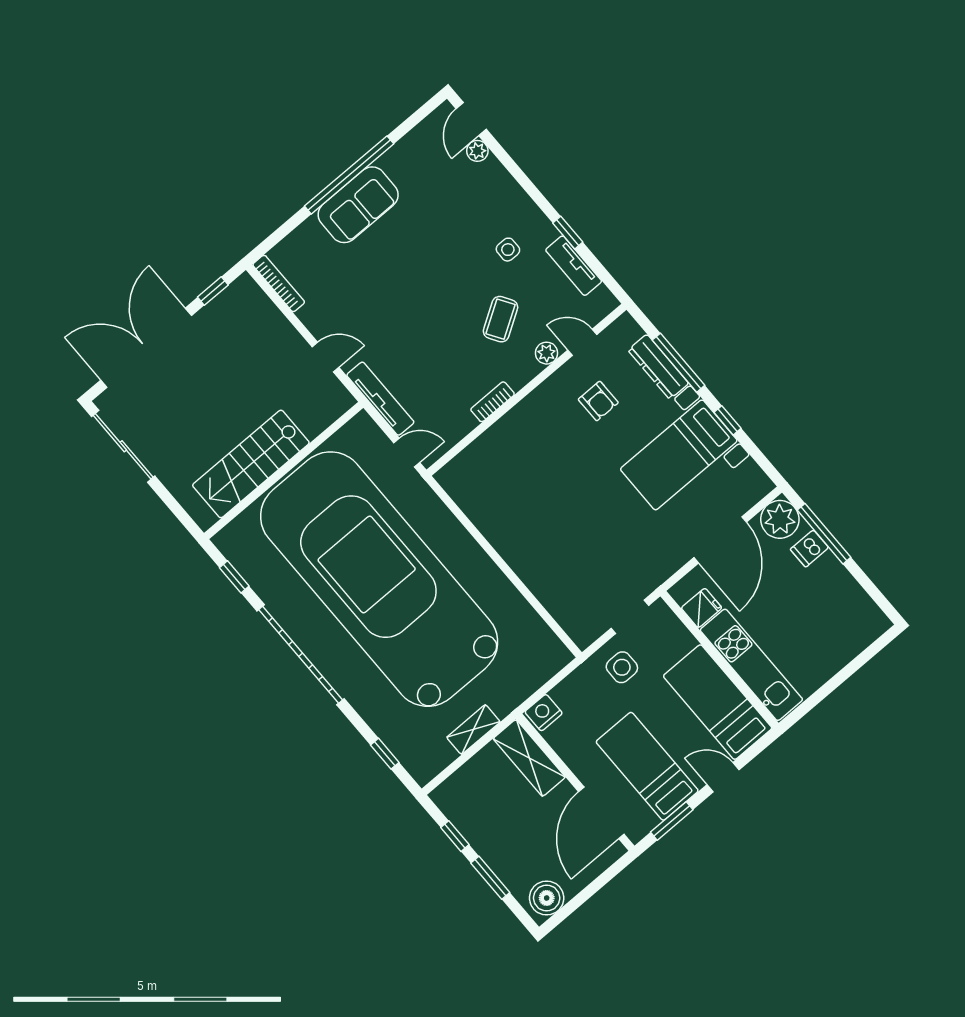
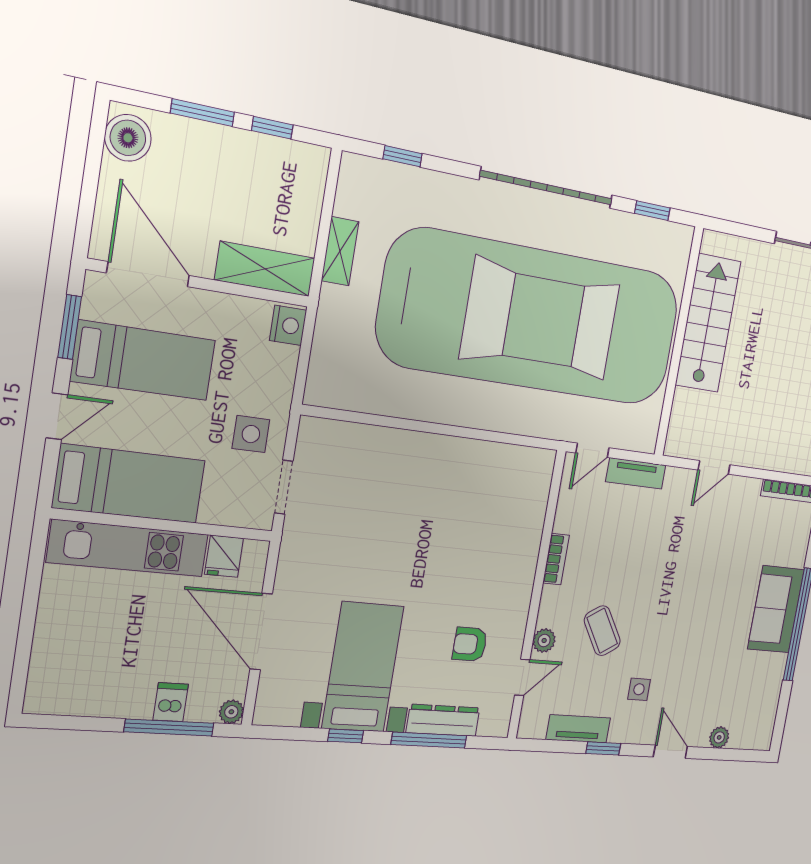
door: (471, 119) -> (670, 752), moved
tv unit: (380, 399) -> (636, 473), width x0.71
plant: (780, 519) -> (231, 712), width x0.53, depth x0.53

